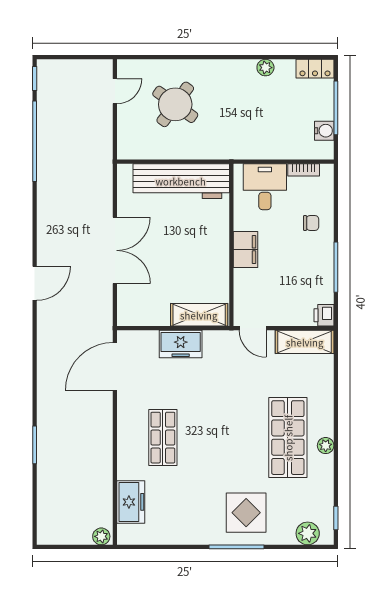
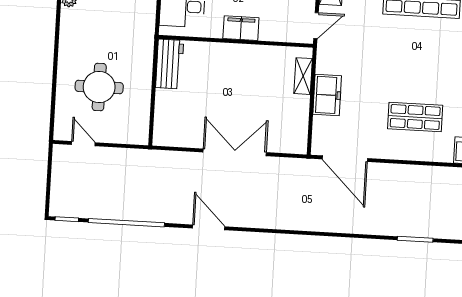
round table: (175, 104) -> (99, 87), turned -36
workbench: (181, 181) -> (170, 64), width x0.53, depth x0.76
door: (35, 283) -> (209, 227), moved
shelving: (199, 315) -> (303, 76), width x0.67, depth x0.75

